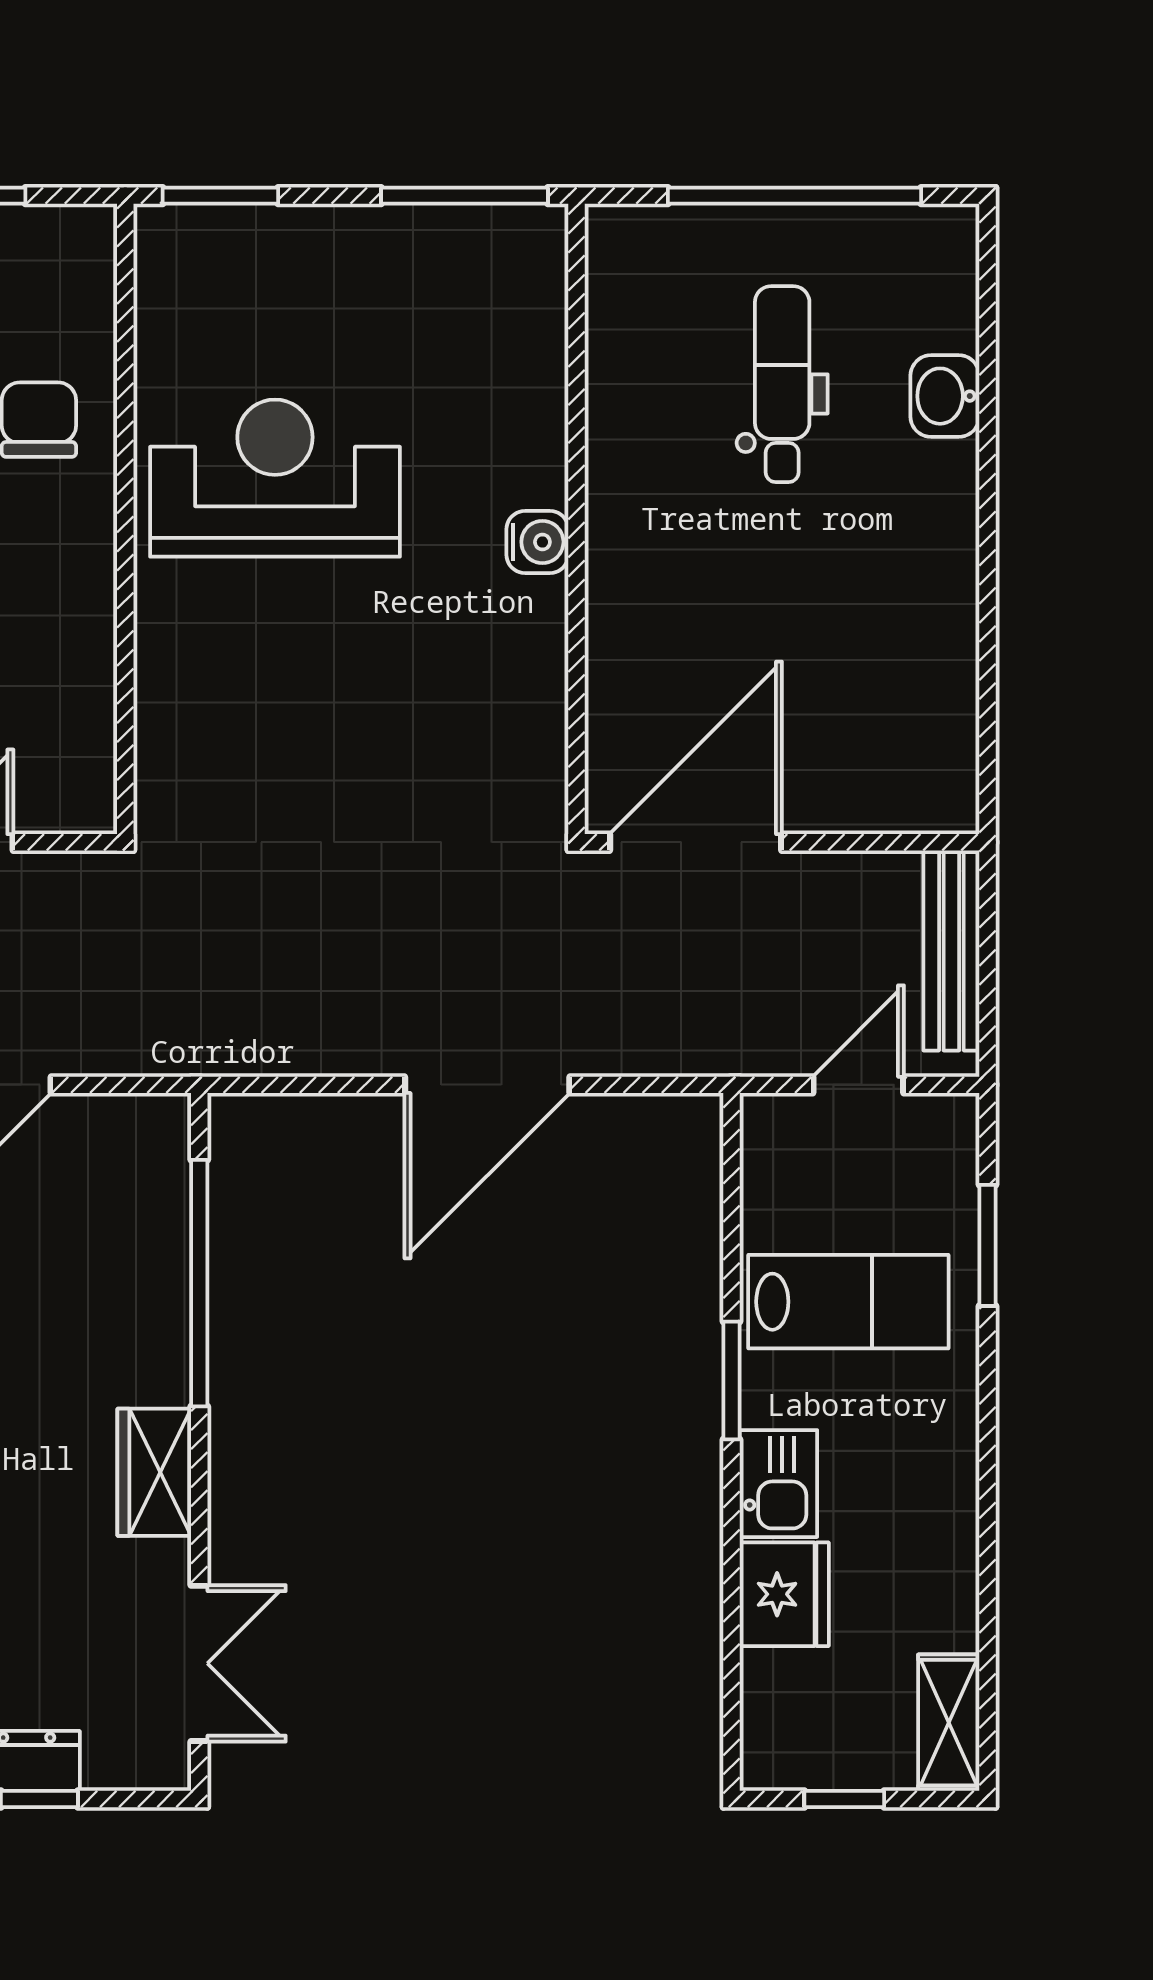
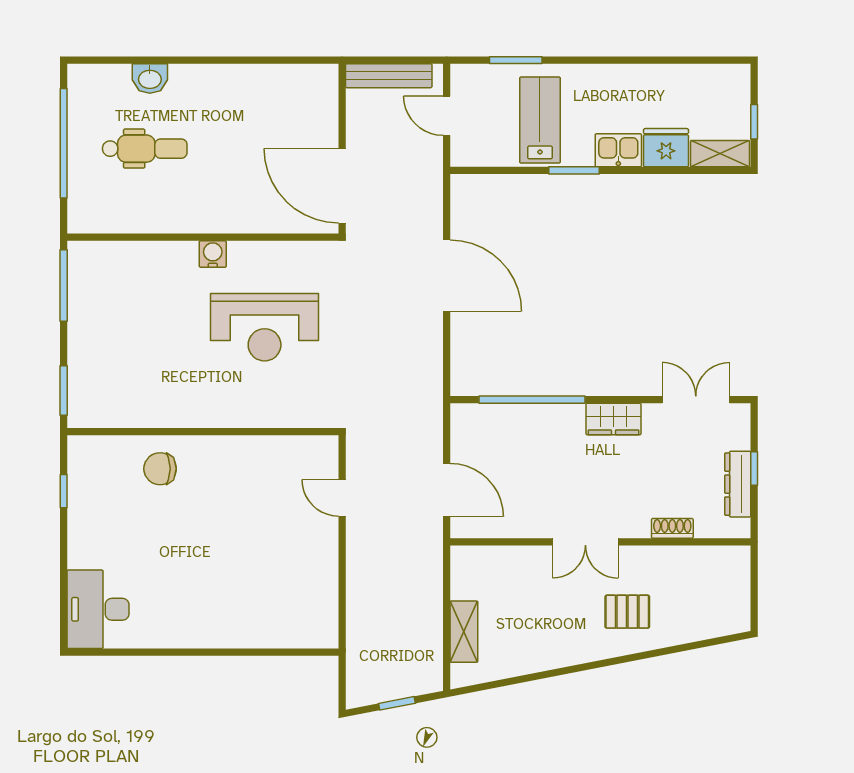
dental chair: (782, 384) -> (145, 149), turned 180
reception desk: (275, 478) -> (265, 327), moved, turned -90
shelving: (949, 1723) -> (720, 154), moved

